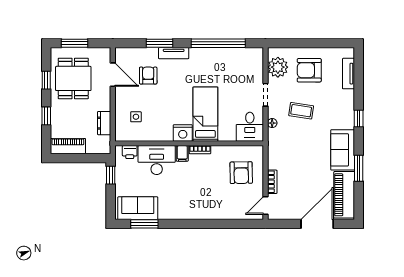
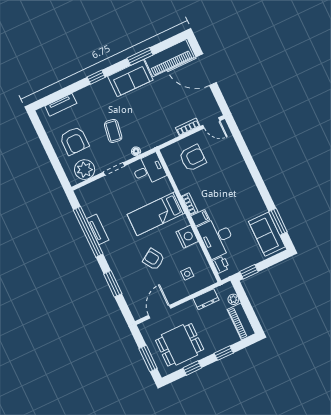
tv unit: (174, 53) -> (98, 229), moved
armchair: (148, 76) -> (154, 259), moved, turned 57
nightstand: (183, 133) -> (187, 237), moved
plant: (92, 148) -> (233, 299), added

